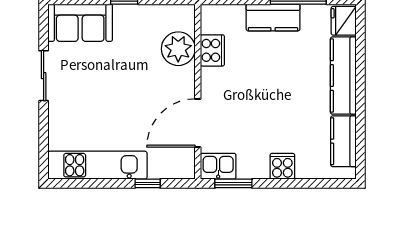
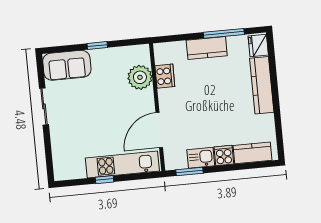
kitchen counter: (343, 141) -> (253, 153), moved, turned 90
kitchen unit: (97, 165) -> (122, 165), moved
kitchen sink: (218, 166) -> (201, 158), moved
window: (148, 183) -> (105, 180), moved

